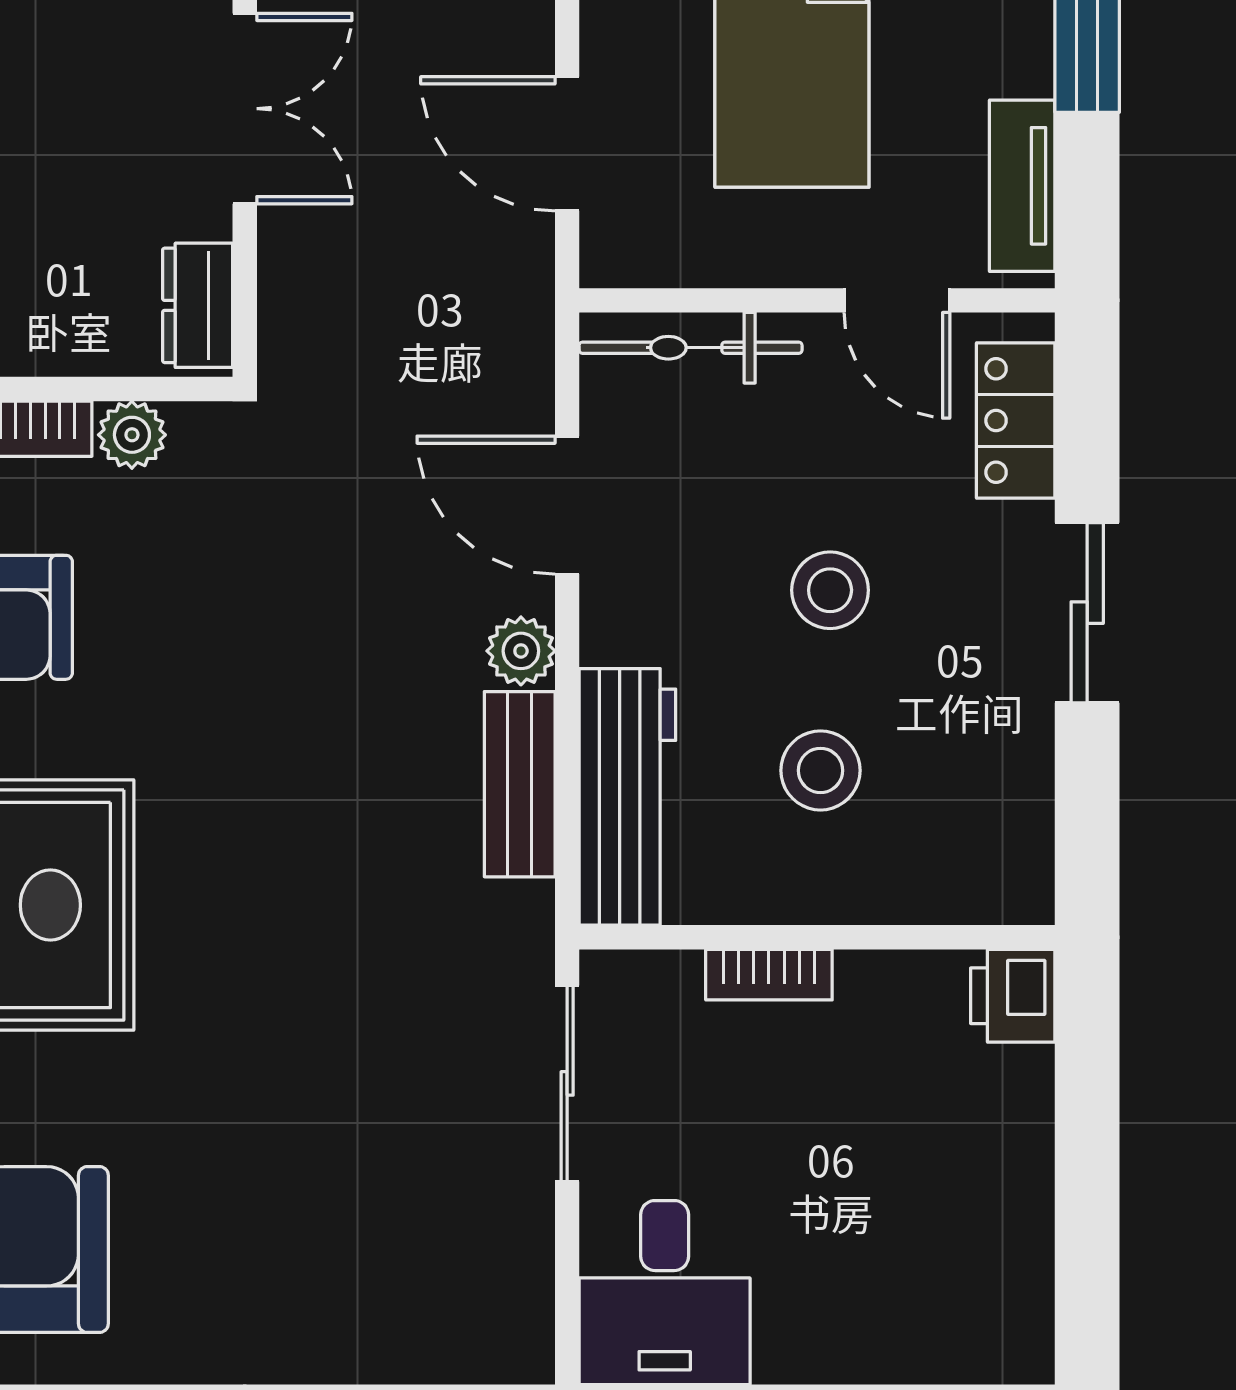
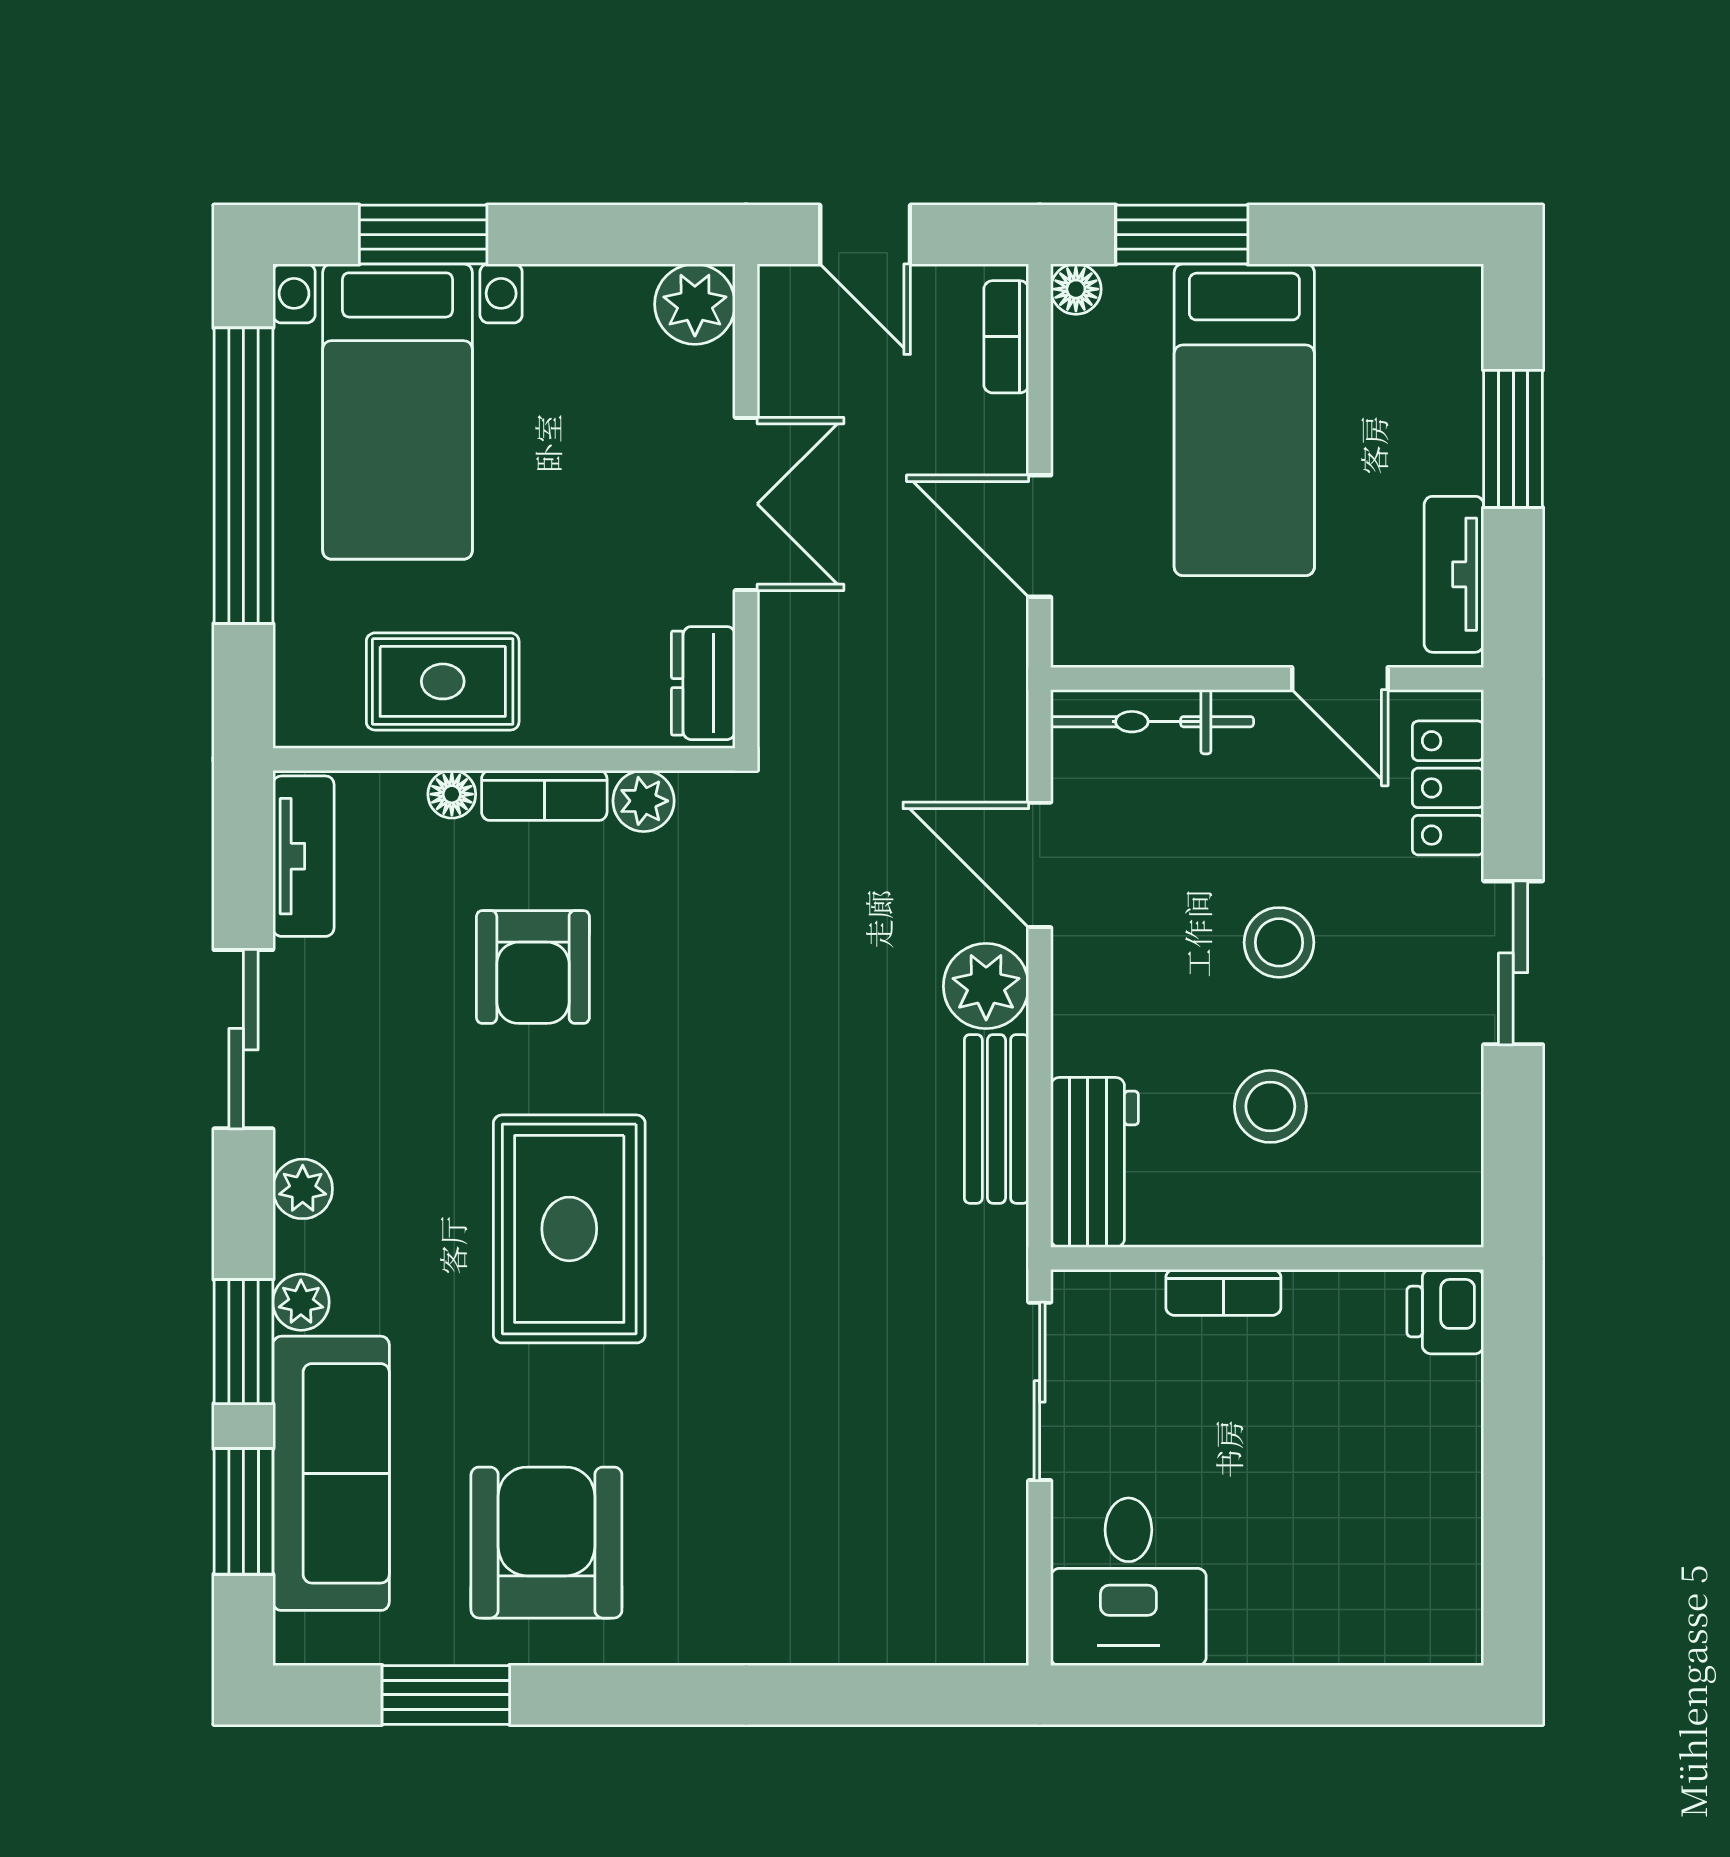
plant: (521, 651) -> (986, 986), width x1.38, depth x1.38
workbench: (627, 797) -> (1095, 1162), width x0.73

